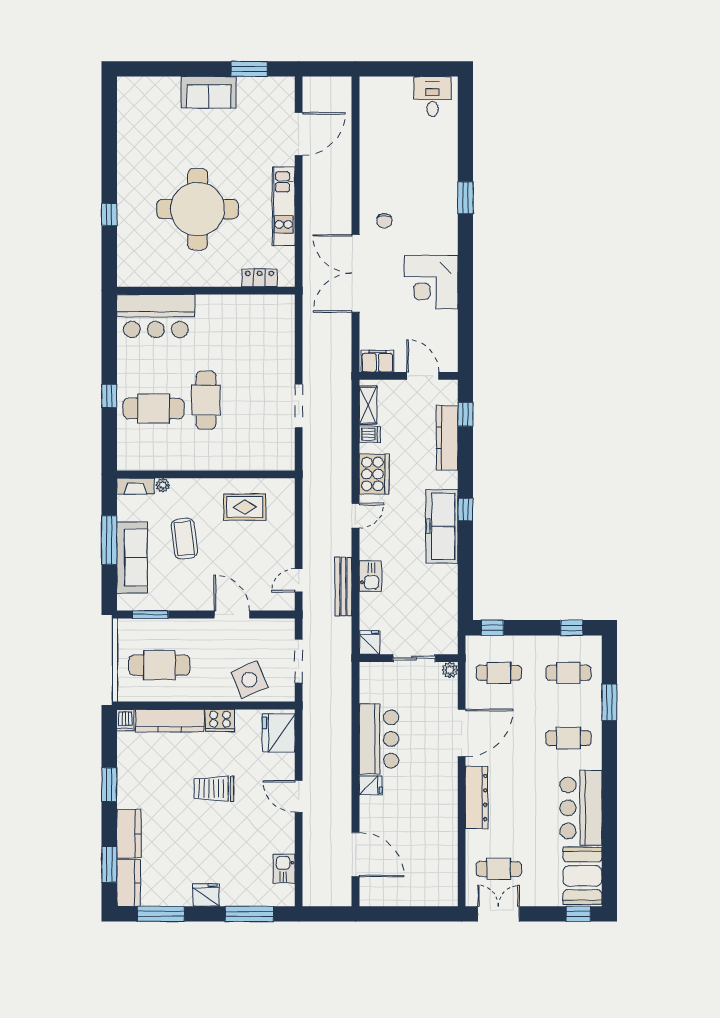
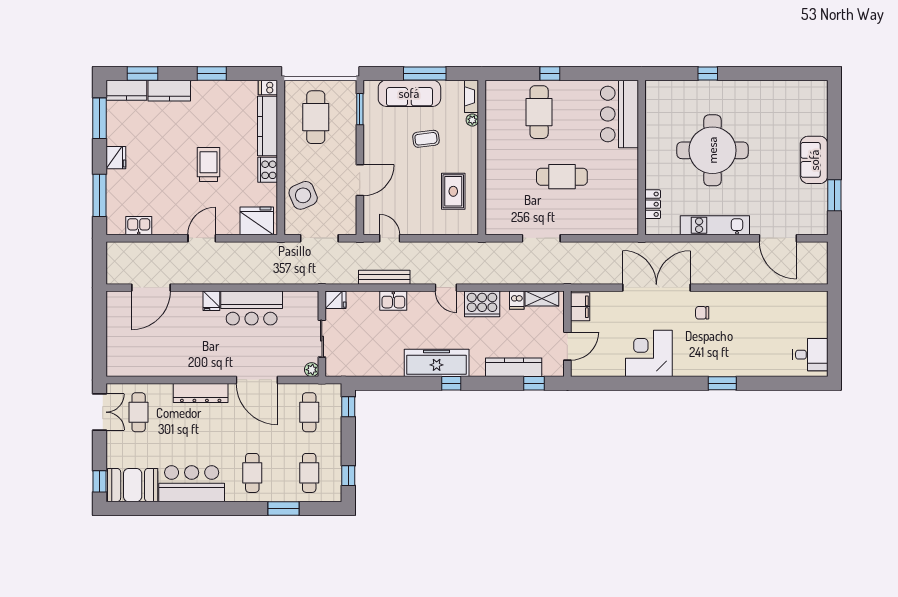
cafe table: (206, 400) -> (562, 177), moved
coffee table: (184, 538) -> (426, 139), width x0.73, depth x0.77

